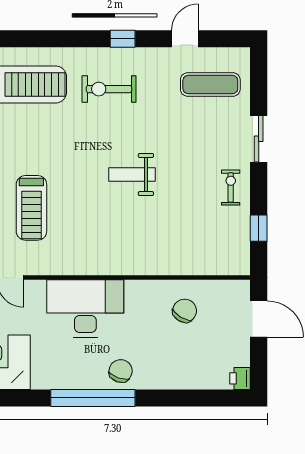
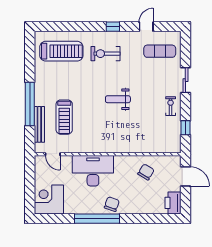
printer: (240, 378) -> (173, 203), width x1.87, depth x1.48

